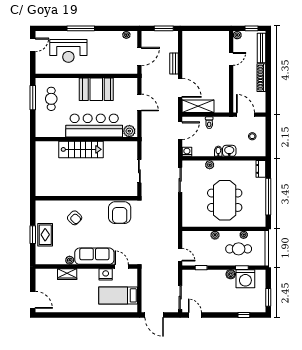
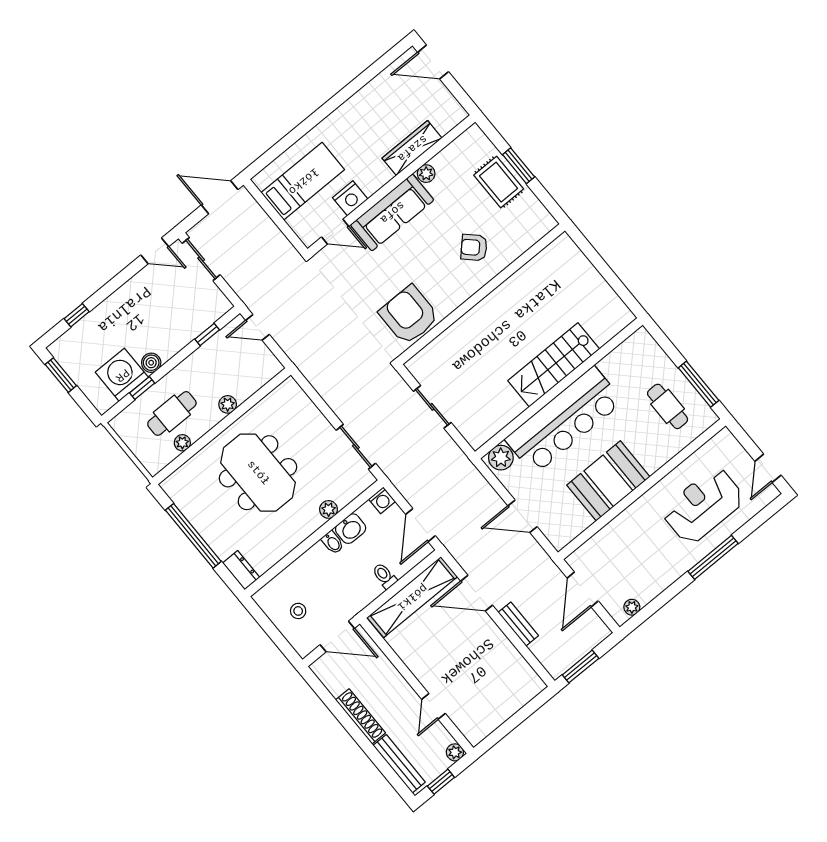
shelving: (198, 106) -> (412, 597), width x1.47
washbasin: (229, 151) -> (351, 529), moved
wardrobe: (67, 274) -> (412, 148), width x1.50

